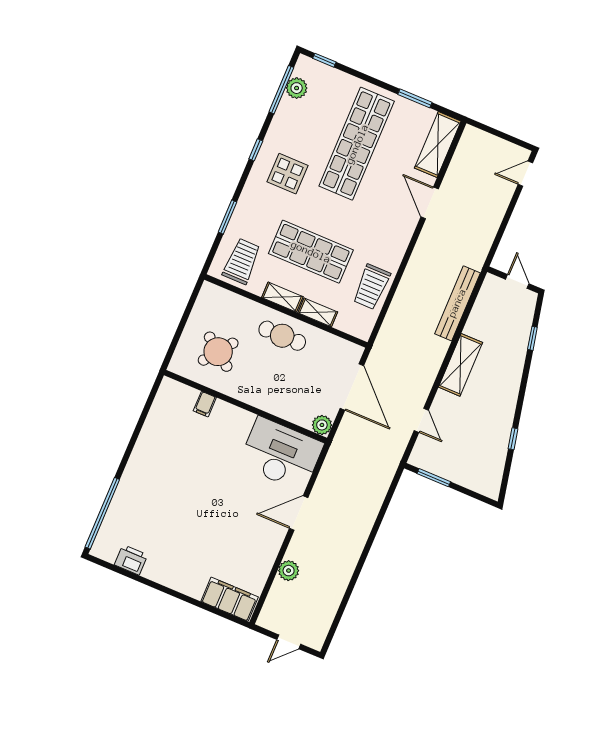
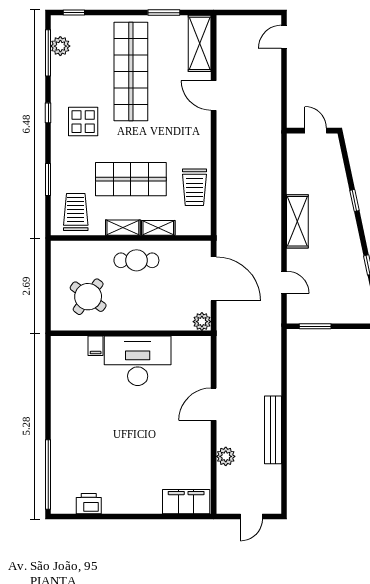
bench: (457, 303) -> (273, 430), moved
window: (532, 338) -> (354, 200), moved
desk: (281, 454) -> (138, 361), moved

